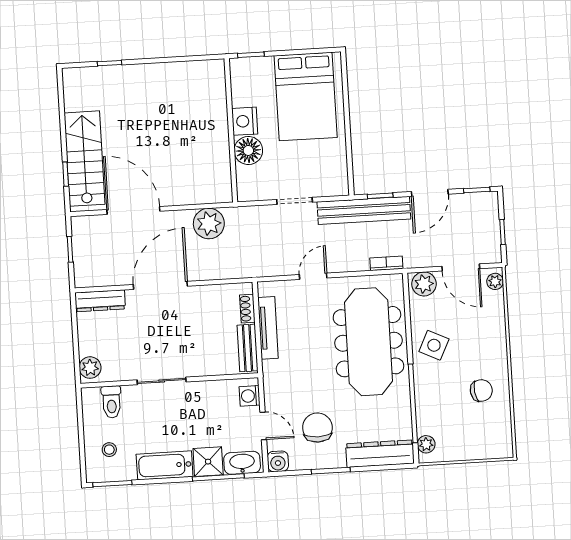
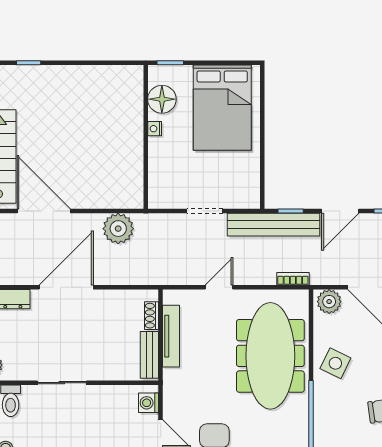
nightstand: (245, 121) -> (155, 129), width x0.53, depth x0.56
floor lamp: (248, 150) -> (162, 99), moved

